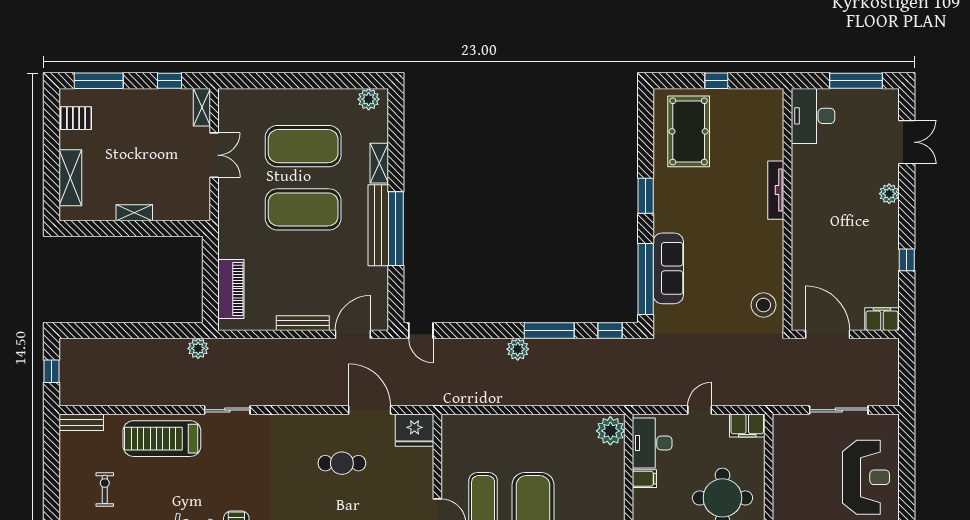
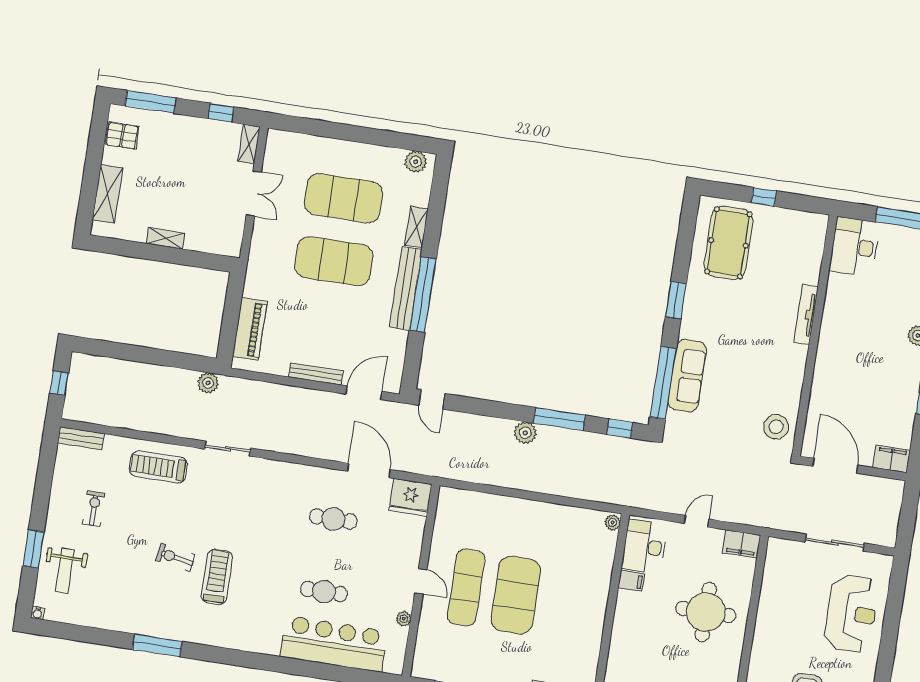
plant: (610, 431) -> (613, 522), width x0.53, depth x0.53
treadmill: (162, 439) -> (158, 467), width x0.73, depth x0.73

